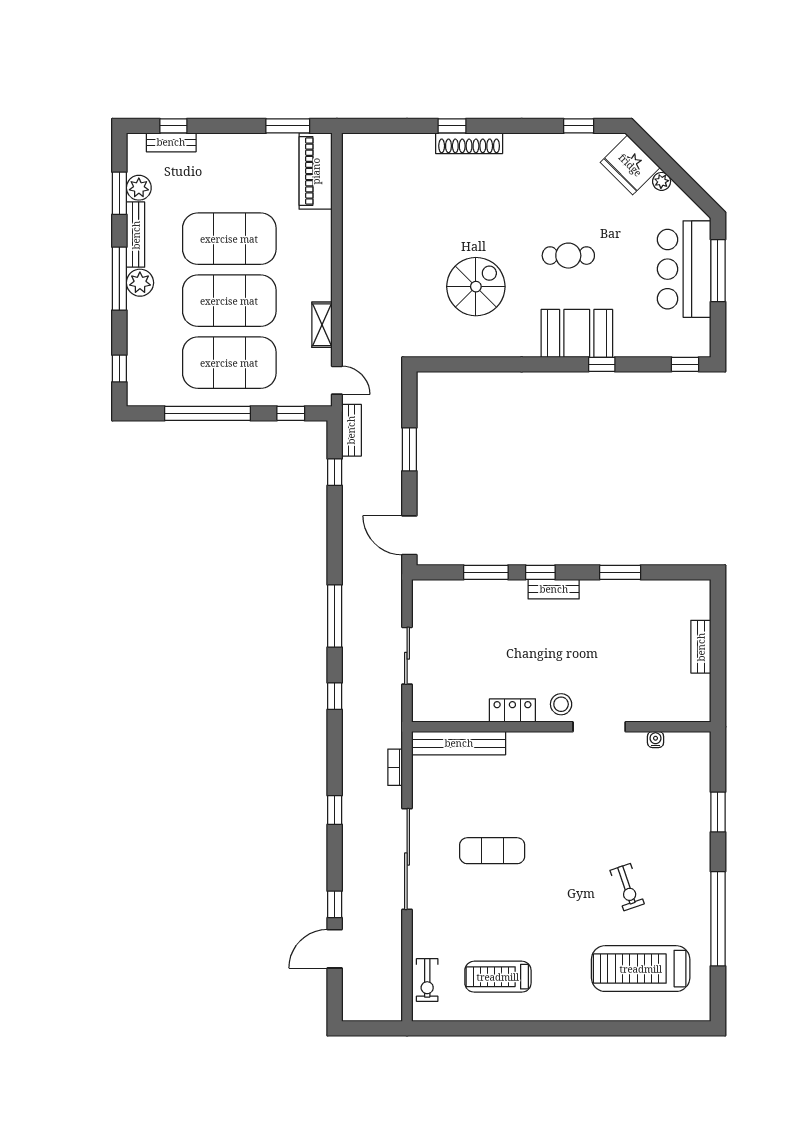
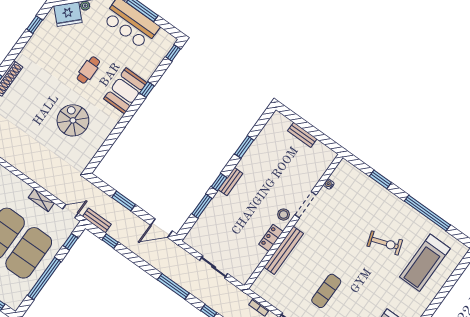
bench: (459, 743) -> (284, 250), moved
exercise bike: (627, 887) -> (385, 243), width x1.38, depth x1.39

